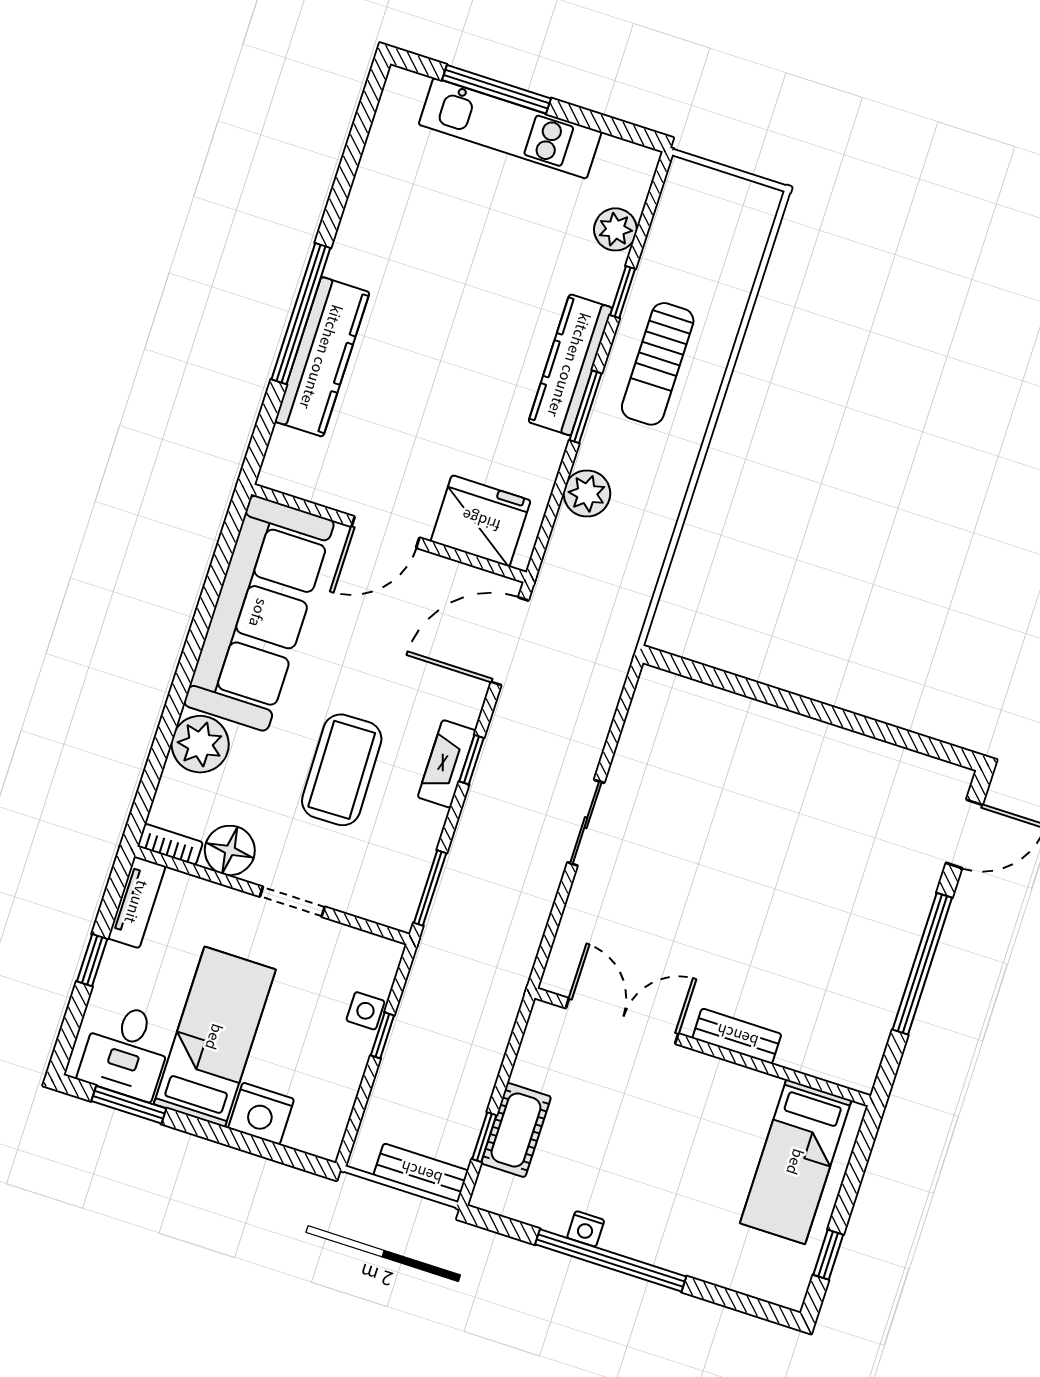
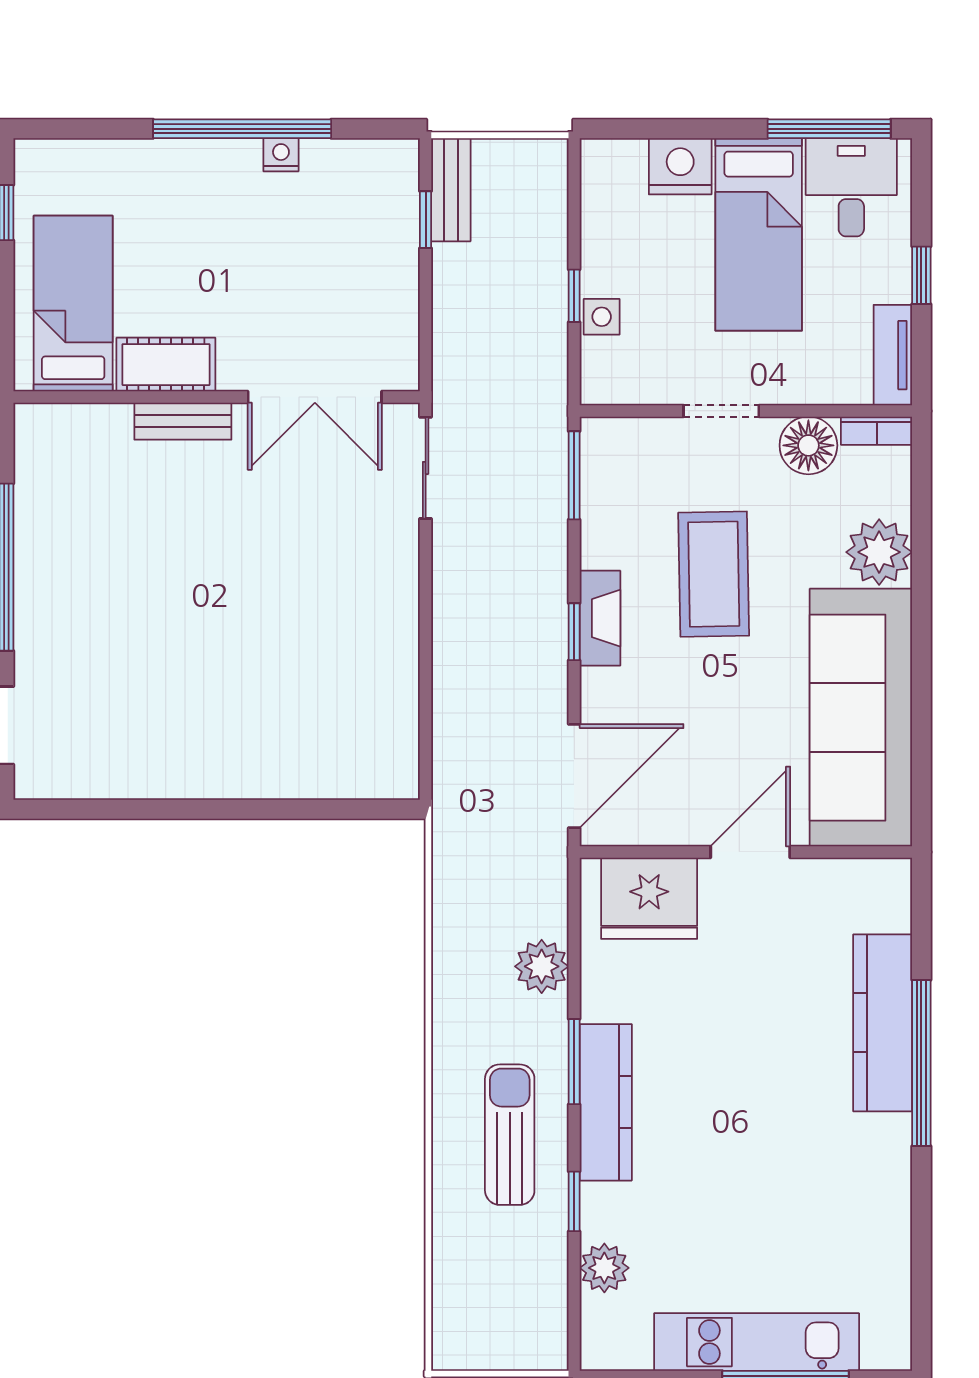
sliding door: (586, 823) -> (426, 468), moved
window: (129, 1105) -> (829, 129), width x1.44
cot: (516, 1130) -> (166, 365), moved, turned 90
bench: (421, 1173) -> (451, 190), moved, turned 90

